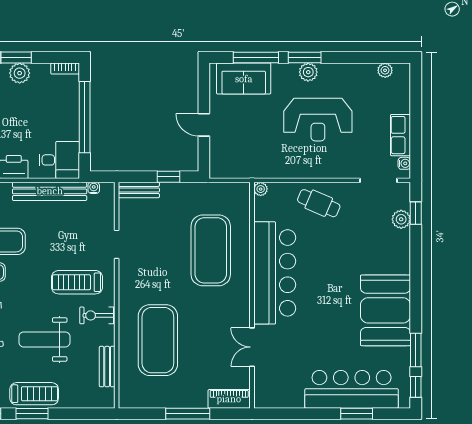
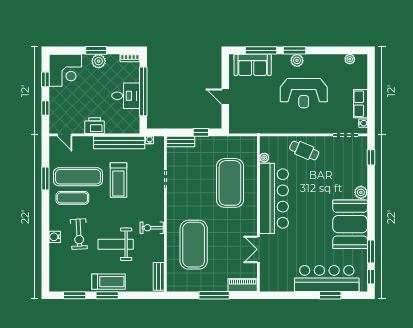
desk: (59, 160) -> (126, 96), moved
plant: (261, 189) -> (264, 158), moved
plant: (401, 219) -> (361, 192), moved
treadmill: (77, 282) -> (118, 180), moved, turned -90
bench: (107, 367) -> (159, 276), moved

